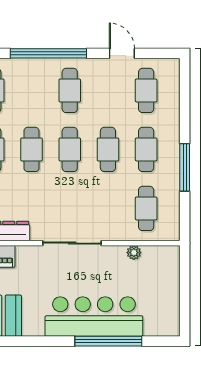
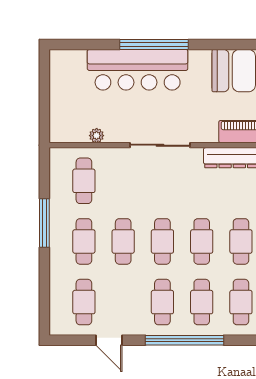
cafe table: (32, 90) -> (202, 302), added
window: (108, 341) -> (154, 44), moved

